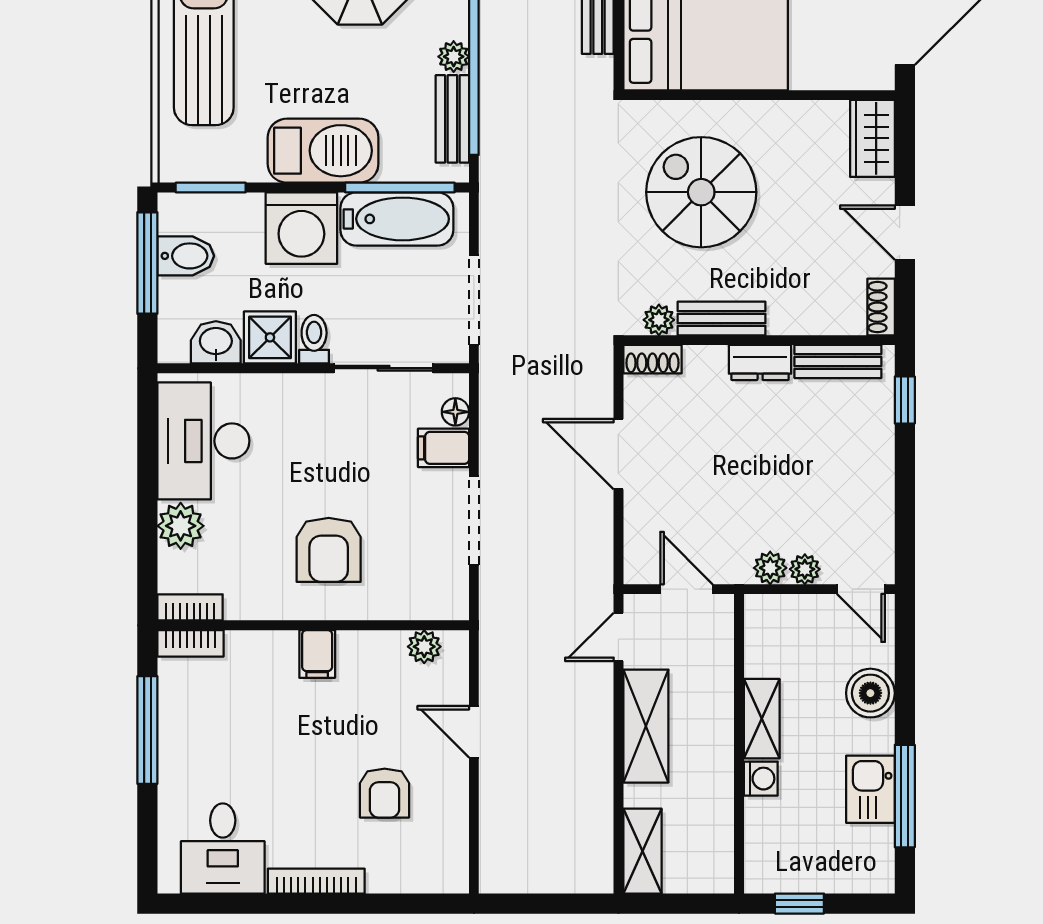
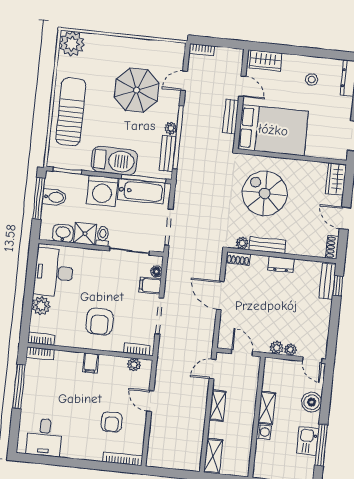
bench: (838, 362) -> (327, 281), moved, turned 90
bookcase: (427, 608) -> (137, 349), added
shelving: (646, 726) -> (218, 406), width x0.67, depth x0.75
bookcase: (316, 881) -> (123, 459), moved

